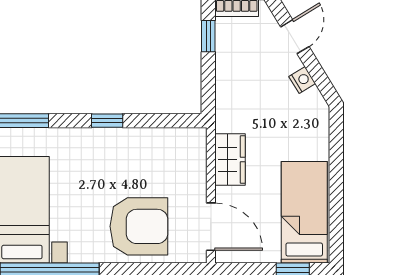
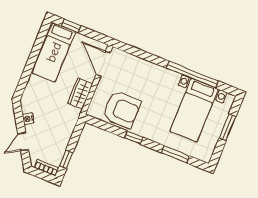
armchair: (139, 226) -> (122, 109), moved, turned 180

